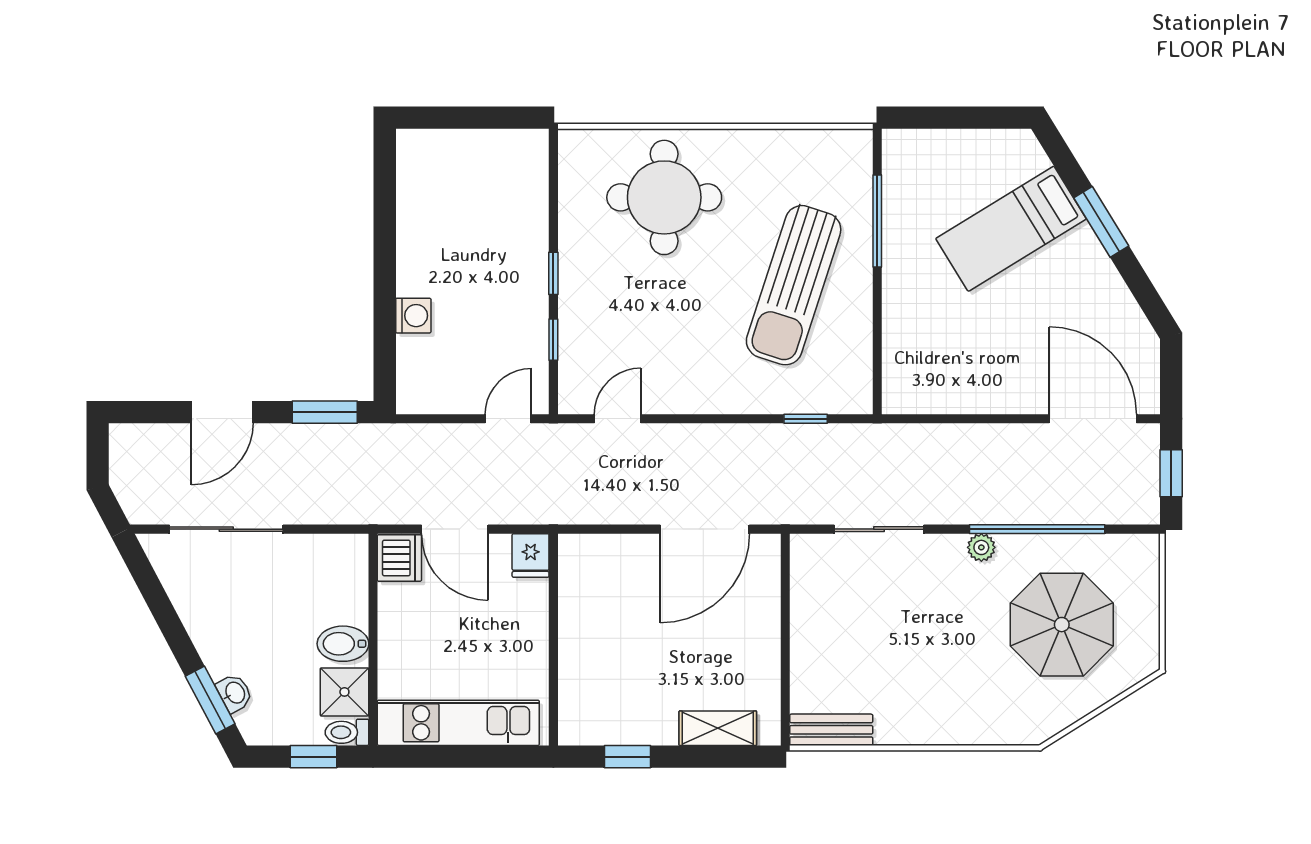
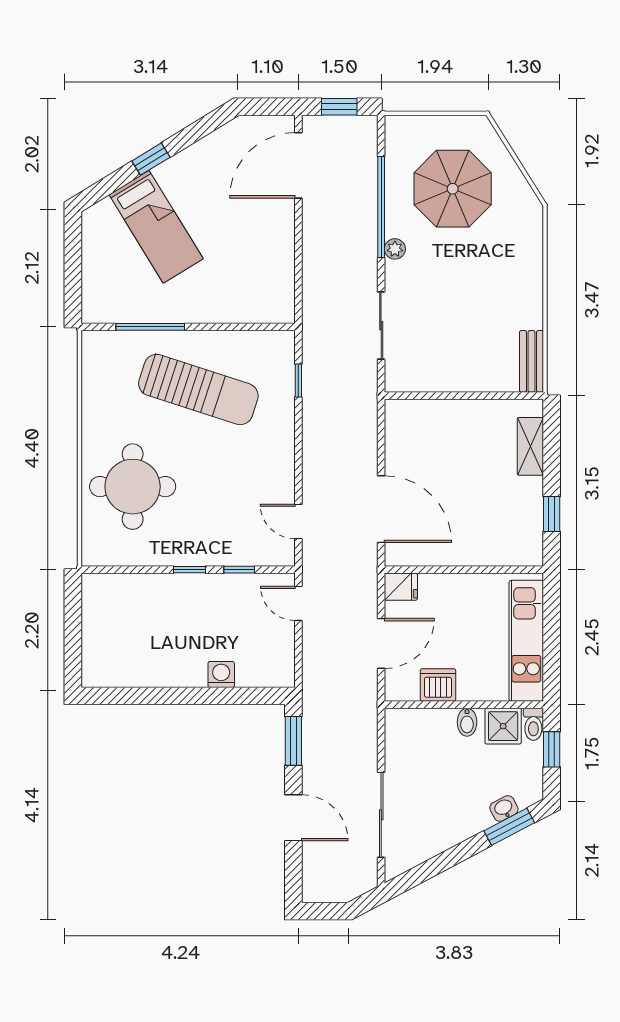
window: (1101, 222) -> (151, 159), width x0.67
door: (705, 529) -> (381, 509), moved
dishwasher: (399, 558) -> (438, 685), moved
bidet: (343, 644) -> (467, 722), width x0.72, depth x0.74

